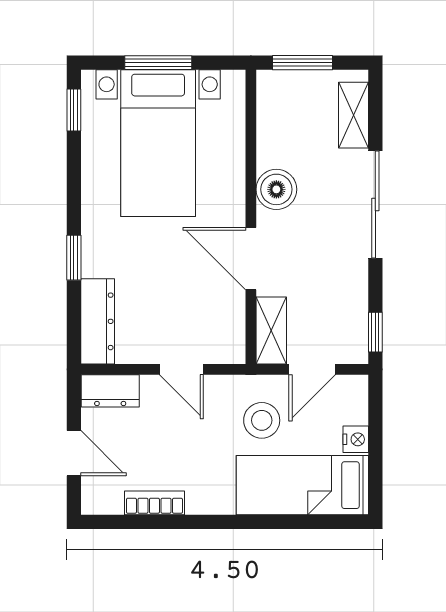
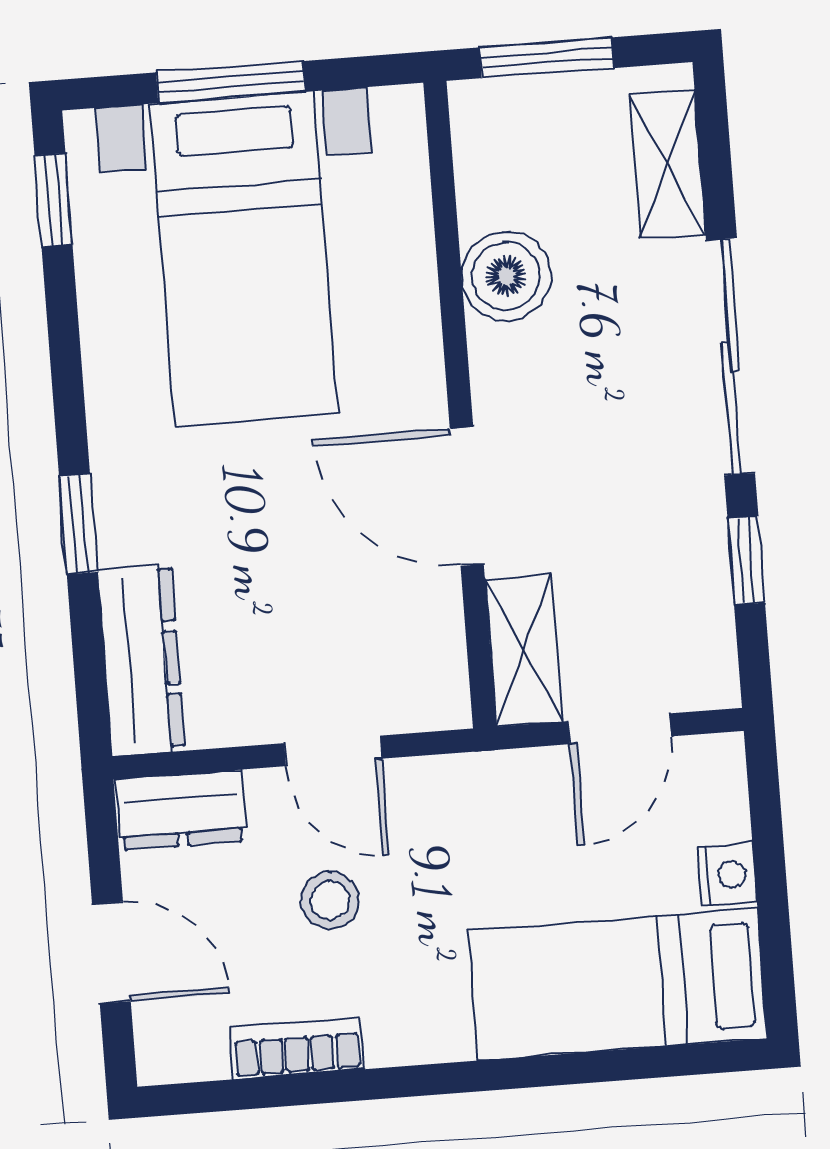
boiler: (276, 189) -> (506, 276), moved
window: (375, 332) -> (746, 561), moved
stool: (262, 420) -> (330, 900), moved, width x0.73, depth x0.73

